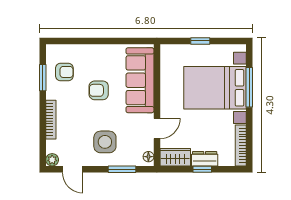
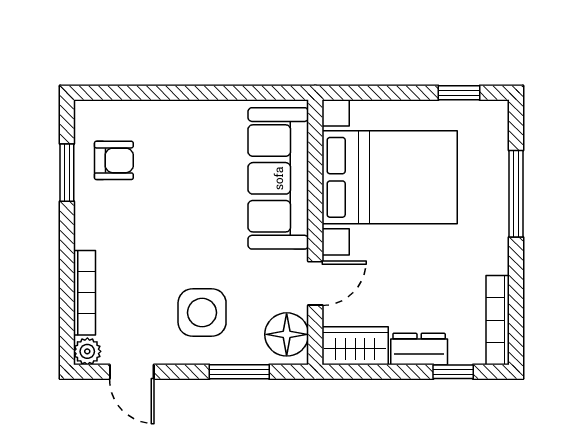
window: (200, 41) -> (459, 93), moved
bed with nightstands: (215, 88) -> (390, 177), moved, turned 180
armchair: (99, 90) -> (189, 200), removed
bookcase: (51, 120) -> (84, 293), moved
floor lamp: (148, 157) -> (287, 334), width x1.89, depth x1.89
window: (202, 169) -> (453, 372), moved

